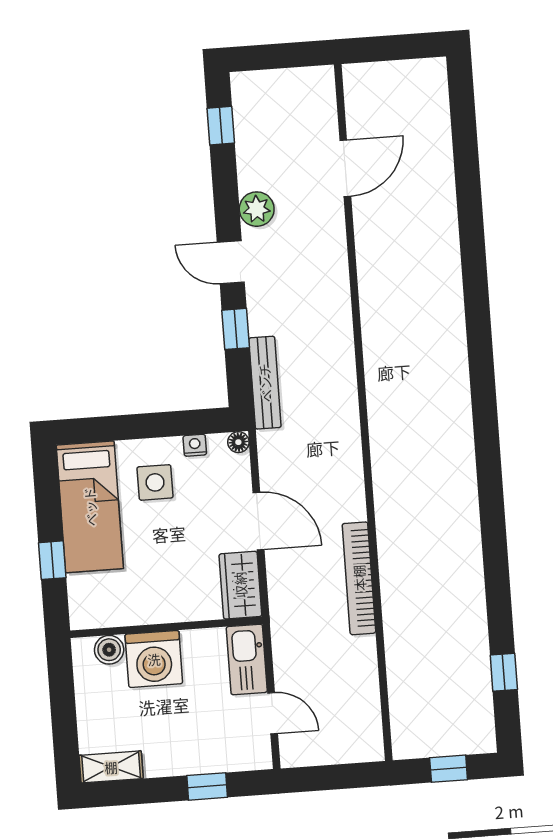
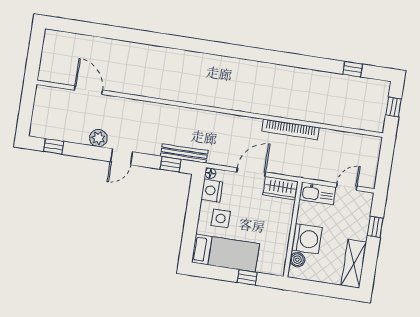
window: (236, 329) -> (171, 164), moved
nightstand: (195, 445) -> (212, 191), width x1.89, depth x1.79
shelving: (111, 767) -> (354, 264), width x1.50, depth x1.33

